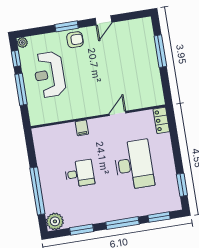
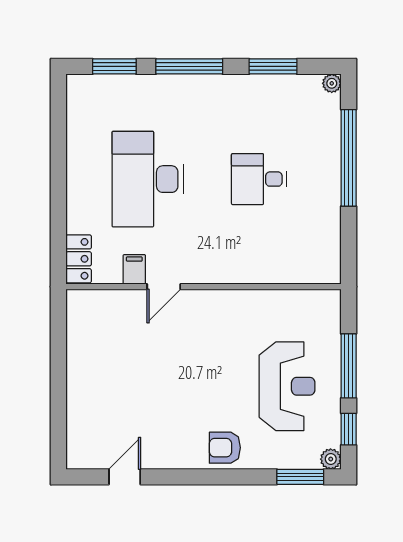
door: (103, 20) -> (125, 477), moved
window: (67, 26) -> (300, 477), moved
window: (160, 51) -> (58, 397), removed
filing cabinet: (82, 128) -> (134, 269), moved
window: (182, 185) -> (58, 123), removed
plant: (55, 221) -> (332, 83), width x0.53, depth x0.53

